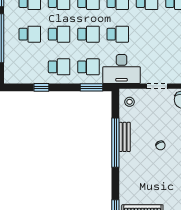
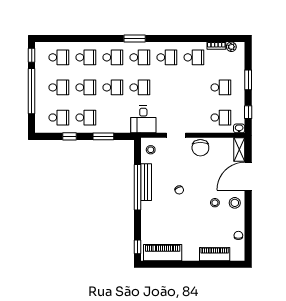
school desk: (88, 67) -> (59, 118), moved
desk: (122, 69) -> (143, 119), width x0.73
window: (91, 87) -> (103, 136), moved
bench: (125, 137) -> (146, 182), width x1.36

